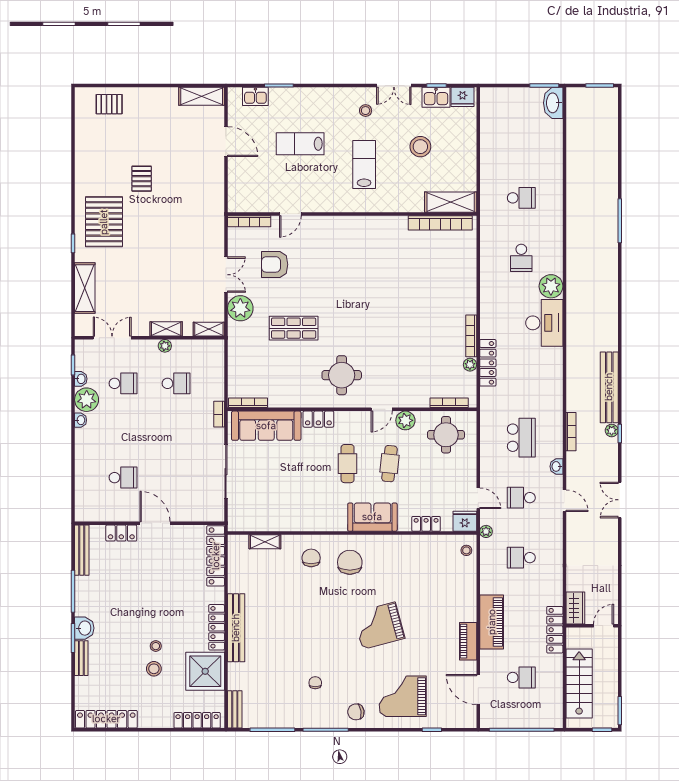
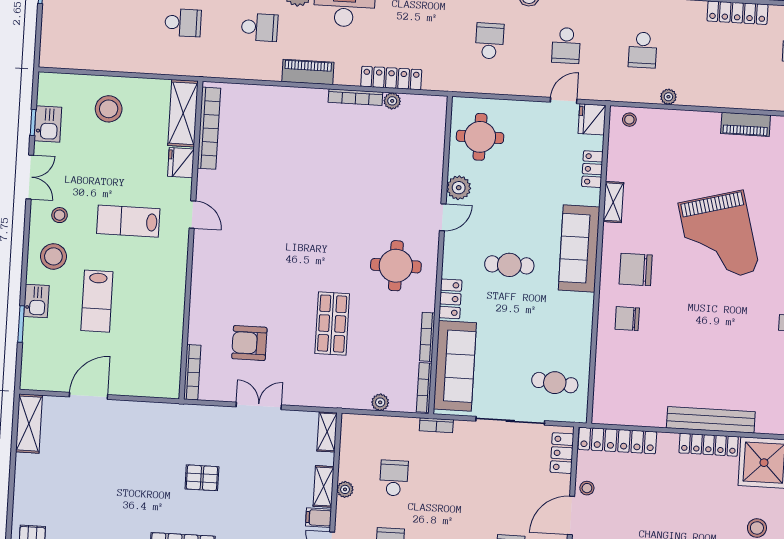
kitchen sink: (255, 96) -> (36, 301), moved
fridge: (462, 97) -> (181, 163), moved, turned 180
stool: (333, 108) -> (53, 256), added
stool: (420, 147) -> (109, 109), moved
pallet: (142, 179) -> (202, 478), moved
school desk: (521, 198) -> (183, 23), turned 90
door: (290, 214) -> (192, 214), moved
armchair: (275, 264) -> (249, 343), turned 90
plant: (240, 308) -> (380, 402), moved, width x0.53, depth x0.53
filing cabinet: (142, 326) -> (319, 518), added
bookcase: (449, 403) -> (427, 337), moved
door: (382, 409) -> (443, 217), hinge flipped
school desk: (521, 438) -> (489, 41), width x0.54
cafe table: (389, 464) -> (555, 383), moved
locker: (203, 513) -> (562, 453), added
sofa: (372, 517) -> (579, 248), width x1.36
plant: (486, 531) -> (668, 97), moved
shelving: (265, 542) -> (613, 202), moved
piano: (492, 622) -> (308, 72), moved, width x0.73, depth x0.75
grand piano: (379, 626) -> (719, 237), width x1.37, depth x1.48
stool: (156, 646) -> (587, 488), moved

